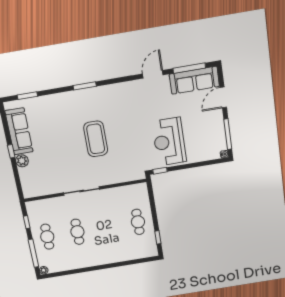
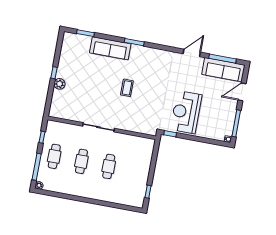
sofa: (19, 131) -> (110, 48), moved, turned 90
coffee table: (96, 139) -> (127, 88), width x0.54, depth x0.58
cafe table: (138, 222) -> (109, 166), moved

